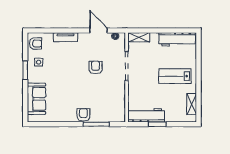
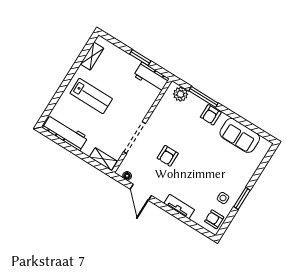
sofa: (36, 99) -> (240, 135), moved, turned -90
workbench: (146, 115) -> (151, 77), width x0.73
plant: (113, 116) -> (180, 94), added

